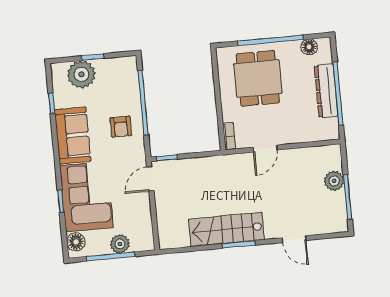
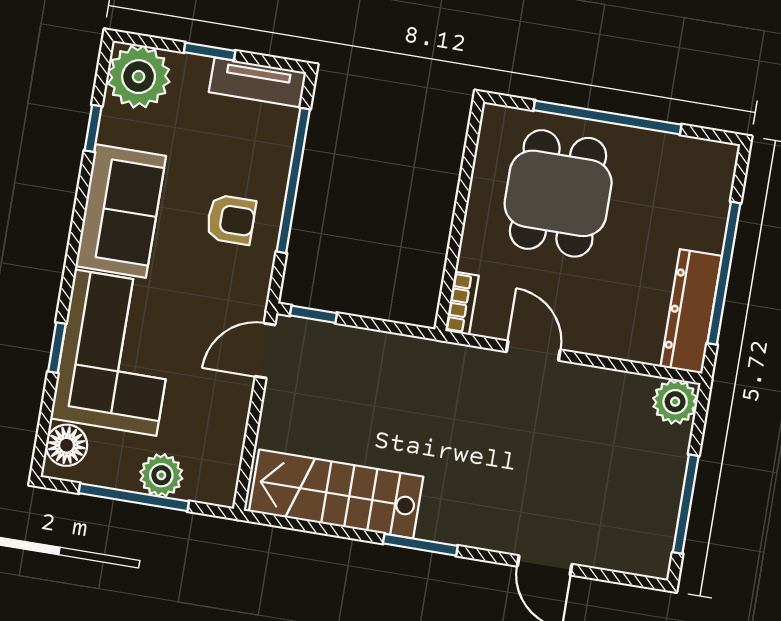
floor lamp: (309, 47) -> (688, 154), removed
tv unit: (117, 65) -> (257, 82), added
plant: (81, 74) -> (139, 77), moved
dresser: (326, 91) -> (691, 311), moved
armchair: (121, 127) -> (231, 220), turned -90
door: (265, 149) -> (533, 351), swing flipped
plant: (334, 181) -> (675, 402), moved
stairs: (226, 229) -> (336, 494), moved

